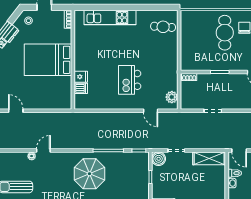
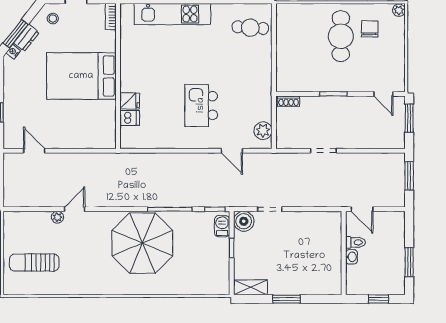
shelving: (209, 158) -> (318, 221), removed
barbecue: (144, 162) -> (222, 226), added
parasol: (89, 174) -> (142, 243), width x1.36, depth x1.36

